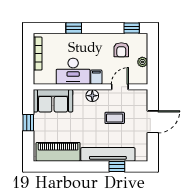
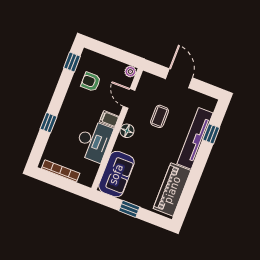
armchair: (121, 50) -> (91, 82), turned 180
plant: (142, 62) -> (130, 72), moved

